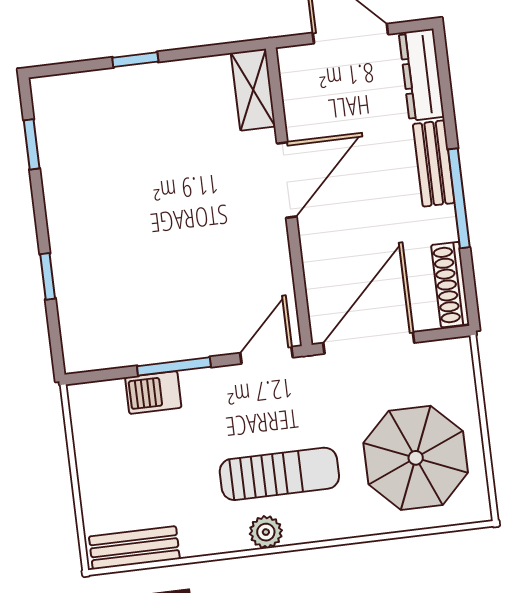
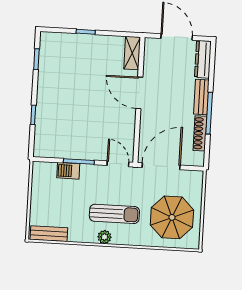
door: (287, 180) -> (139, 93), swing flipped
shoe rack: (450, 285) -> (200, 133), moved
door: (266, 355) -> (118, 164), hinge flipped

